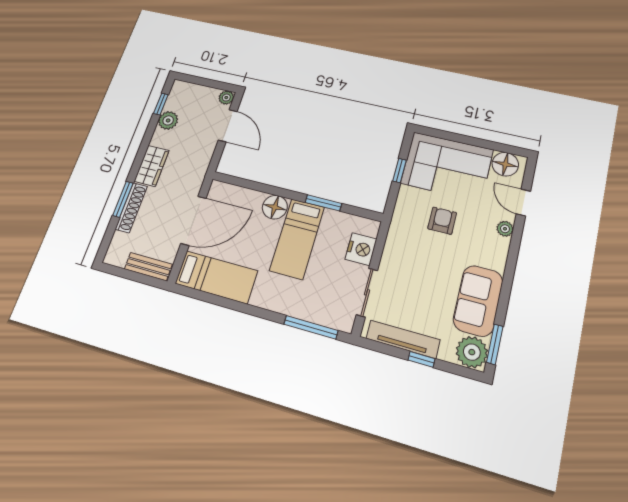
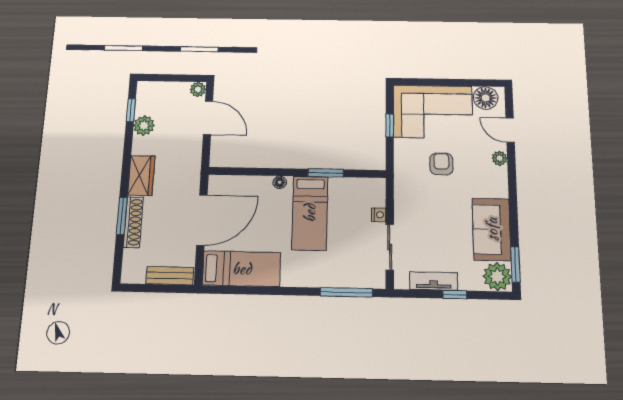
floor lamp: (275, 207) -> (280, 182), width x0.53, depth x0.53
nightstand: (361, 249) -> (379, 215), width x0.53, depth x0.56
tv unit: (403, 339) -> (434, 281), width x0.71

